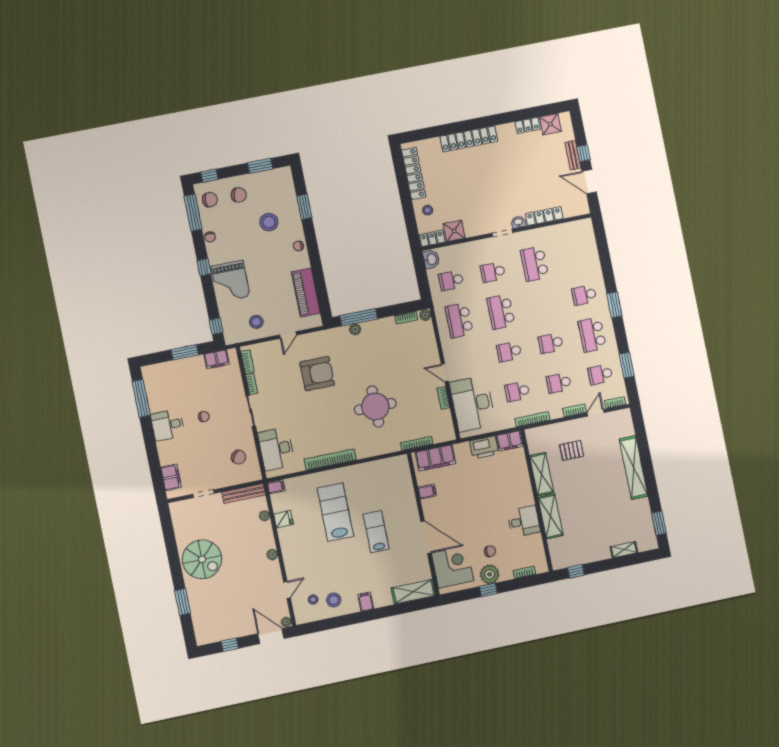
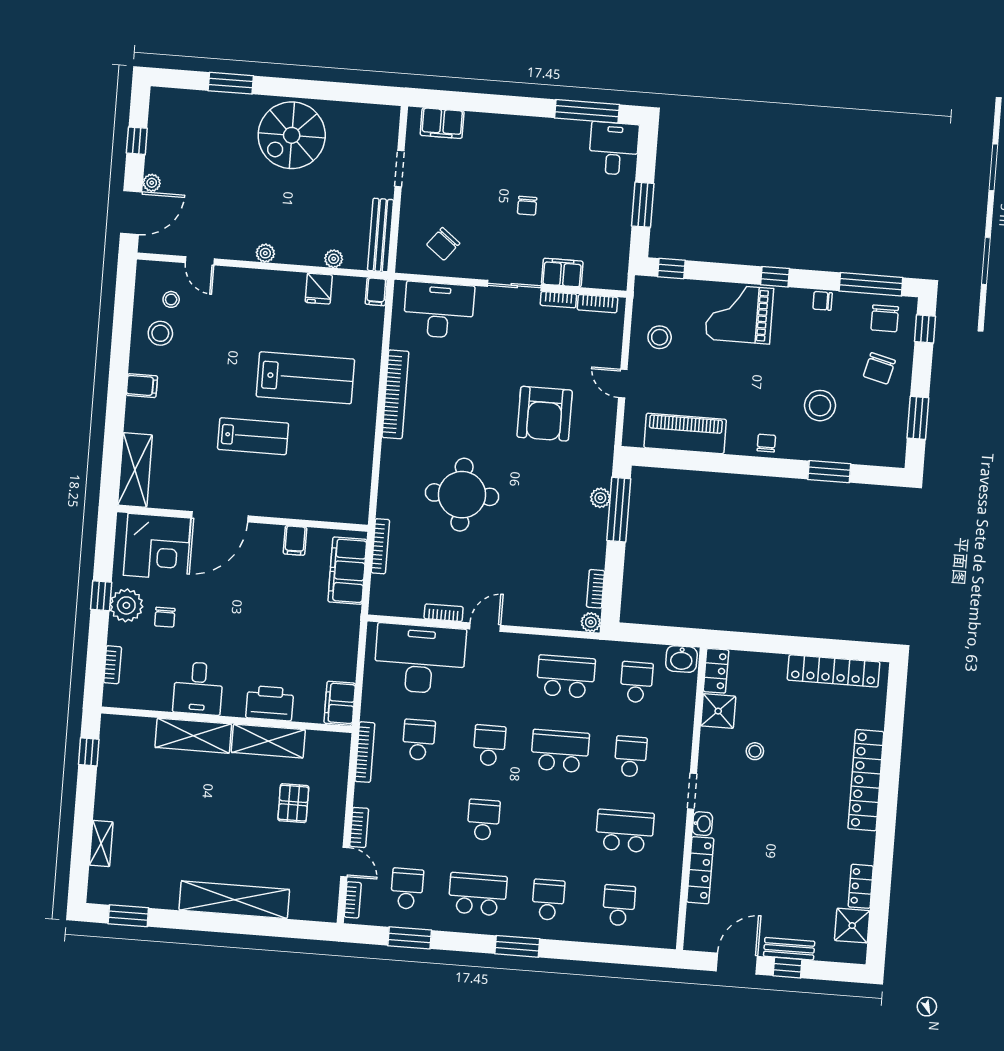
stool: (428, 210) -> (755, 751), moved
filing cabinet: (216, 359) -> (562, 273), moved, turned 90
school desk: (559, 383) -> (619, 905), moved
desk: (168, 425) -> (614, 148), moved
printer: (484, 447) -> (270, 703), moved, turned 90
plant: (286, 622) -> (152, 183), moved

